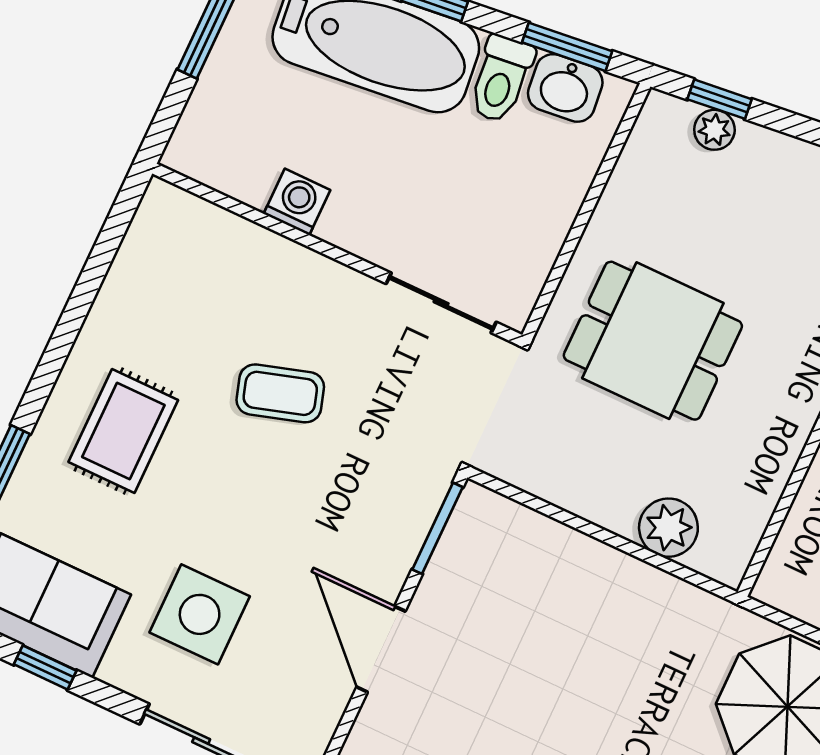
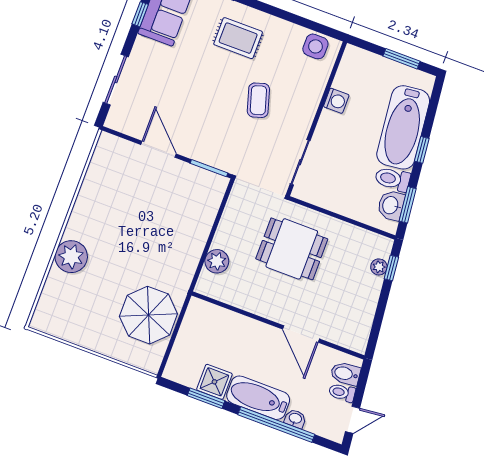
dining table: (653, 341) -> (292, 249), turned 90
side table: (200, 614) -> (315, 46), moved, width x0.73, depth x0.73
door: (381, 649) -> (158, 149), hinge flipped

